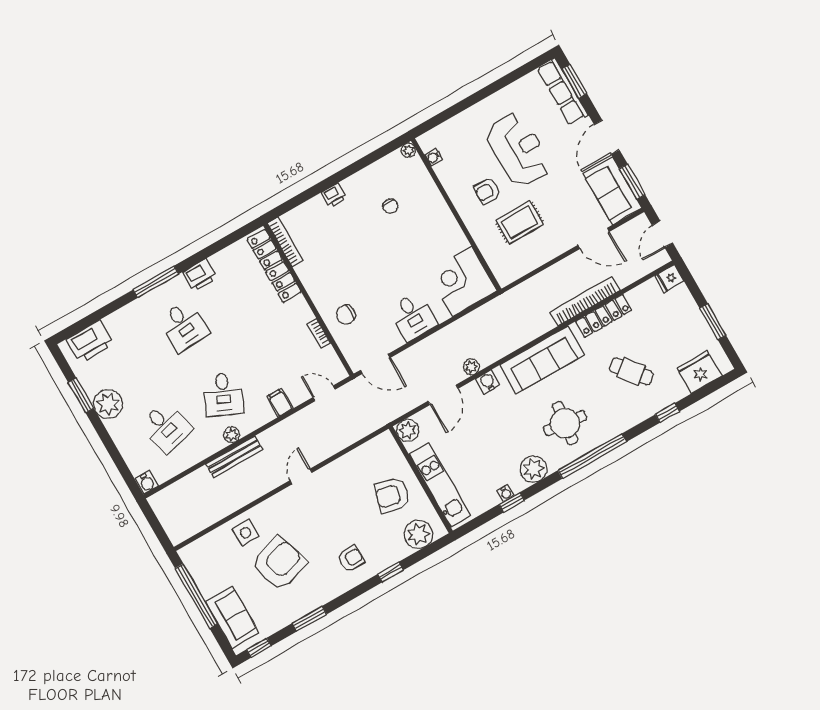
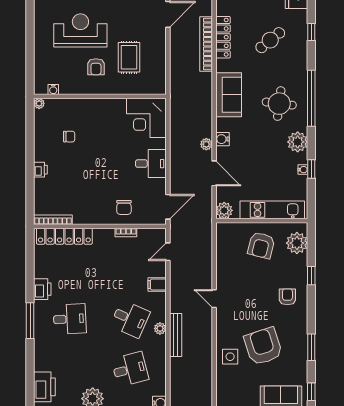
sofa: (542, 360) -> (229, 95), width x0.73

